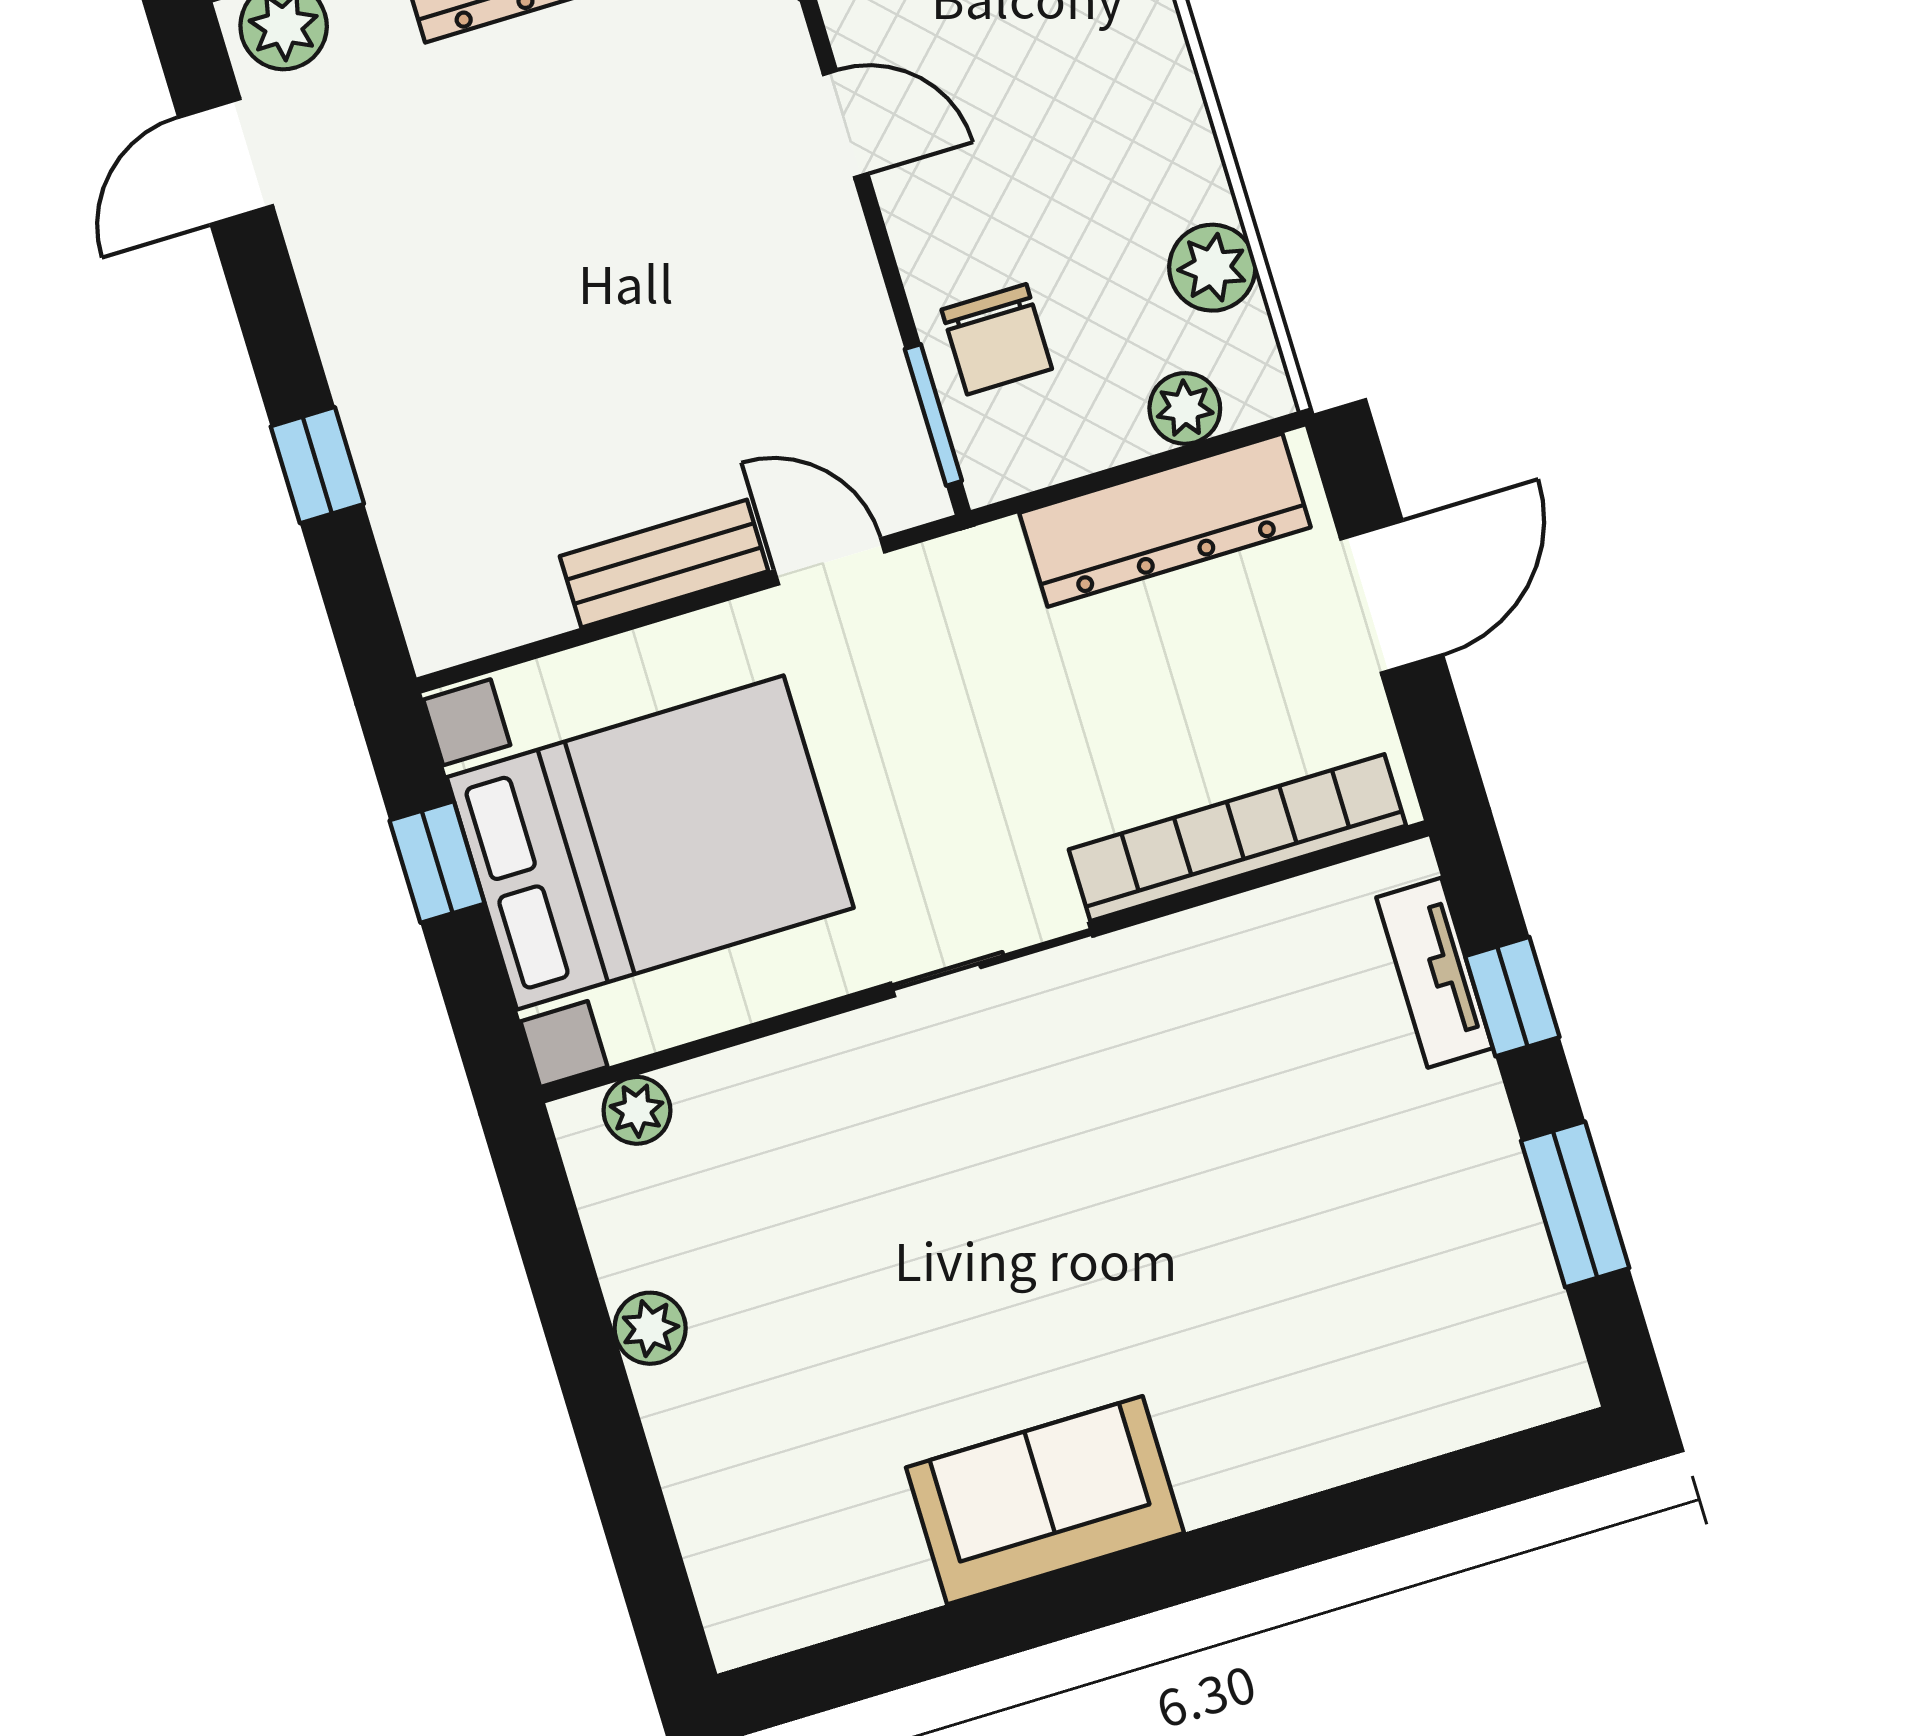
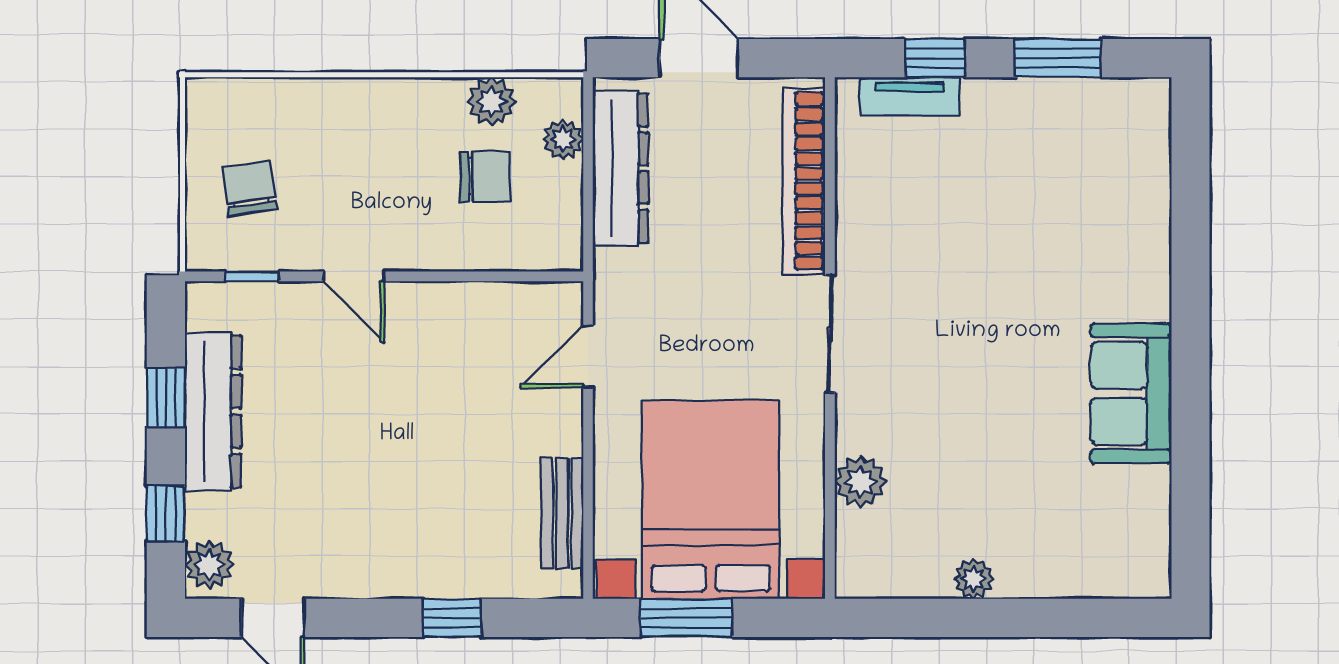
door: (846, 124) -> (354, 276), swing flipped
chair: (997, 339) -> (485, 176), moved
window: (933, 415) -> (526, 276), removed
bench: (664, 564) -> (562, 513), moved
window: (437, 862) -> (687, 618), width x1.50
plant: (637, 1110) -> (861, 482), moved, width x1.38, depth x1.38

